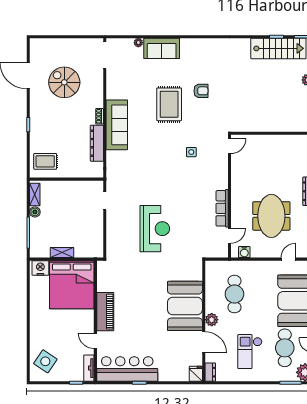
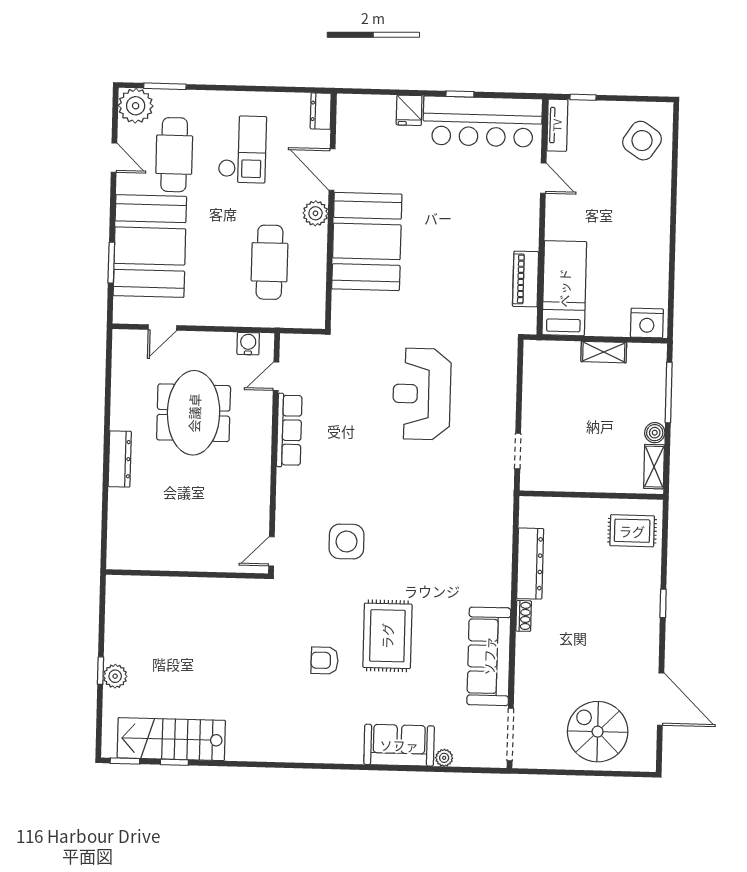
spiral stairs: (64, 82) -> (598, 732), moved, turned 180
sofa: (117, 125) -> (489, 656), moved
side table: (191, 152) -> (347, 542), width x1.87, depth x1.87
bed: (72, 285) -> (564, 288), width x0.49
piano: (105, 312) -> (525, 279), moved, width x0.73, depth x0.75
fridge: (196, 374) -> (409, 110), moved

